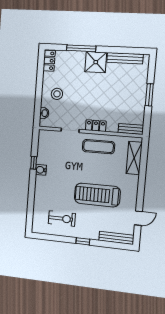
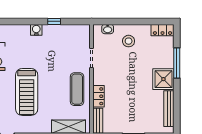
locker: (96, 126) -> (98, 96), moved
water cooler: (41, 170) -> (36, 30), moved
treadmill: (97, 195) -> (27, 92), turned 180

